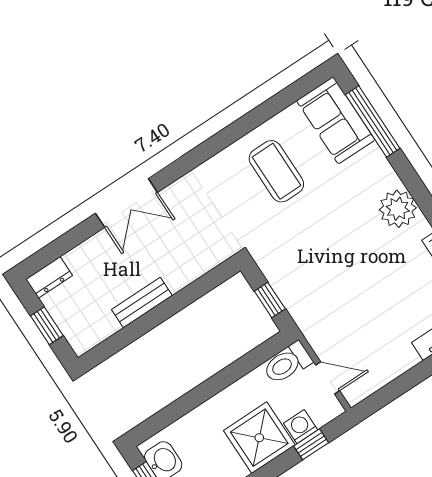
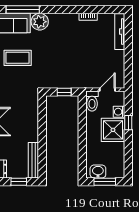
plant: (398, 209) -> (40, 22), moved
bench: (142, 303) -> (33, 160), moved, width x1.36
window: (311, 444) -> (128, 123), moved

